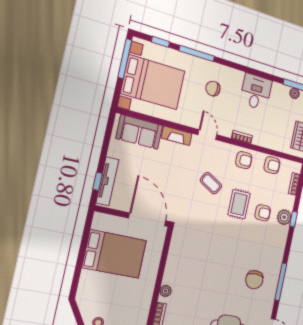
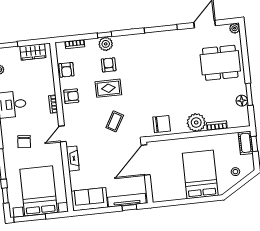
sofa: (139, 132) -> (89, 199), moved, turned -90
armchair: (244, 160) -> (71, 96), turned 90
armchair: (272, 165) -> (66, 70), turned 180
coffee table: (211, 183) -> (115, 121), moved
bed: (114, 254) -> (200, 174), moved
chair: (254, 280) -> (162, 124), moved
plant: (166, 291) -> (196, 122), width x1.87, depth x1.87

